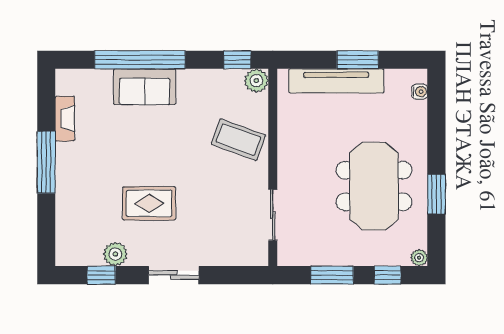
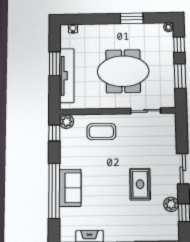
coffee table: (238, 140) -> (101, 132), turned 70
meeting table: (374, 186) -> (123, 71), moved

